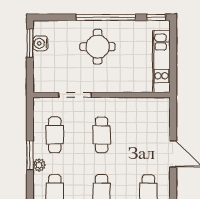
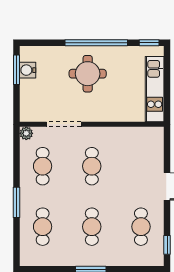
window: (30, 155) -> (17, 202), moved
plant: (39, 165) -> (26, 133), moved

